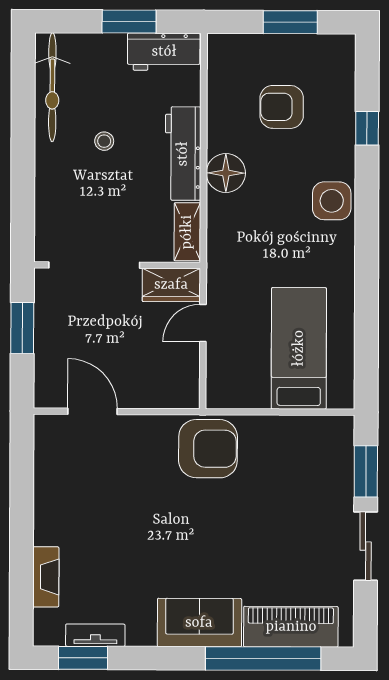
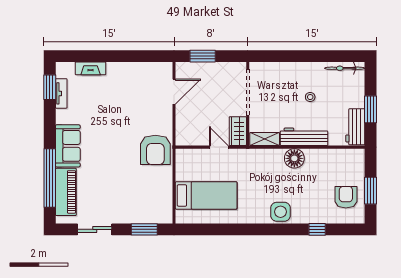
bicycle: (52, 87) -> (345, 68), width x0.73, depth x0.71
armchair: (282, 107) -> (346, 197), moved
window: (22, 328) -> (203, 56), moved
sliding door: (366, 546) -> (95, 229), moved

